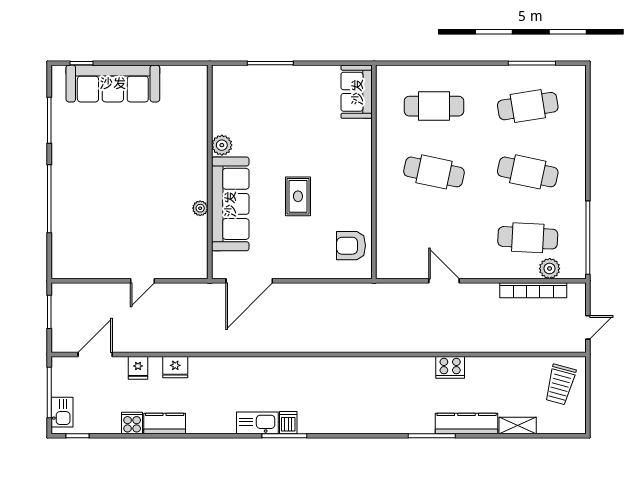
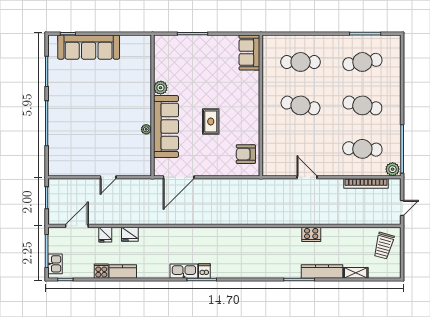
plant: (550, 269) -> (393, 169), moved

